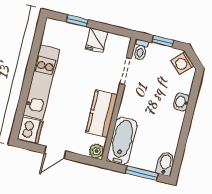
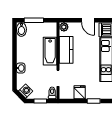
bathtub: (122, 141) -> (50, 51), moved
door: (55, 152) -> (88, 20), swing flipped

